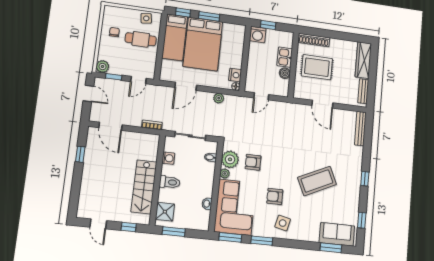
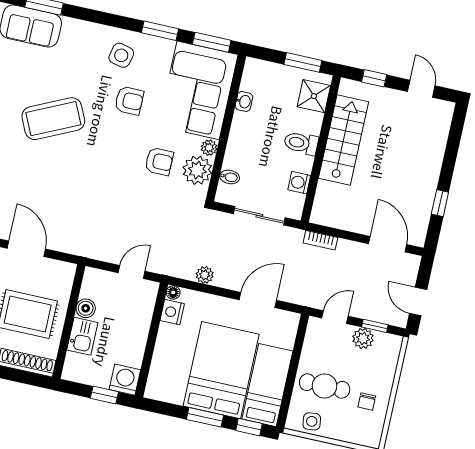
plant: (103, 67) -> (363, 338), moved

